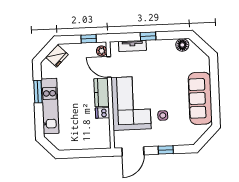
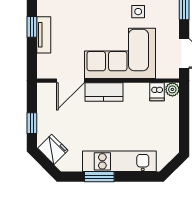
window: (89, 39) -> (32, 123), moved
tv unit: (132, 46) -> (44, 35), moved
plant: (102, 51) -> (172, 89), moved
dishwasher: (103, 113) -> (157, 92), moved

